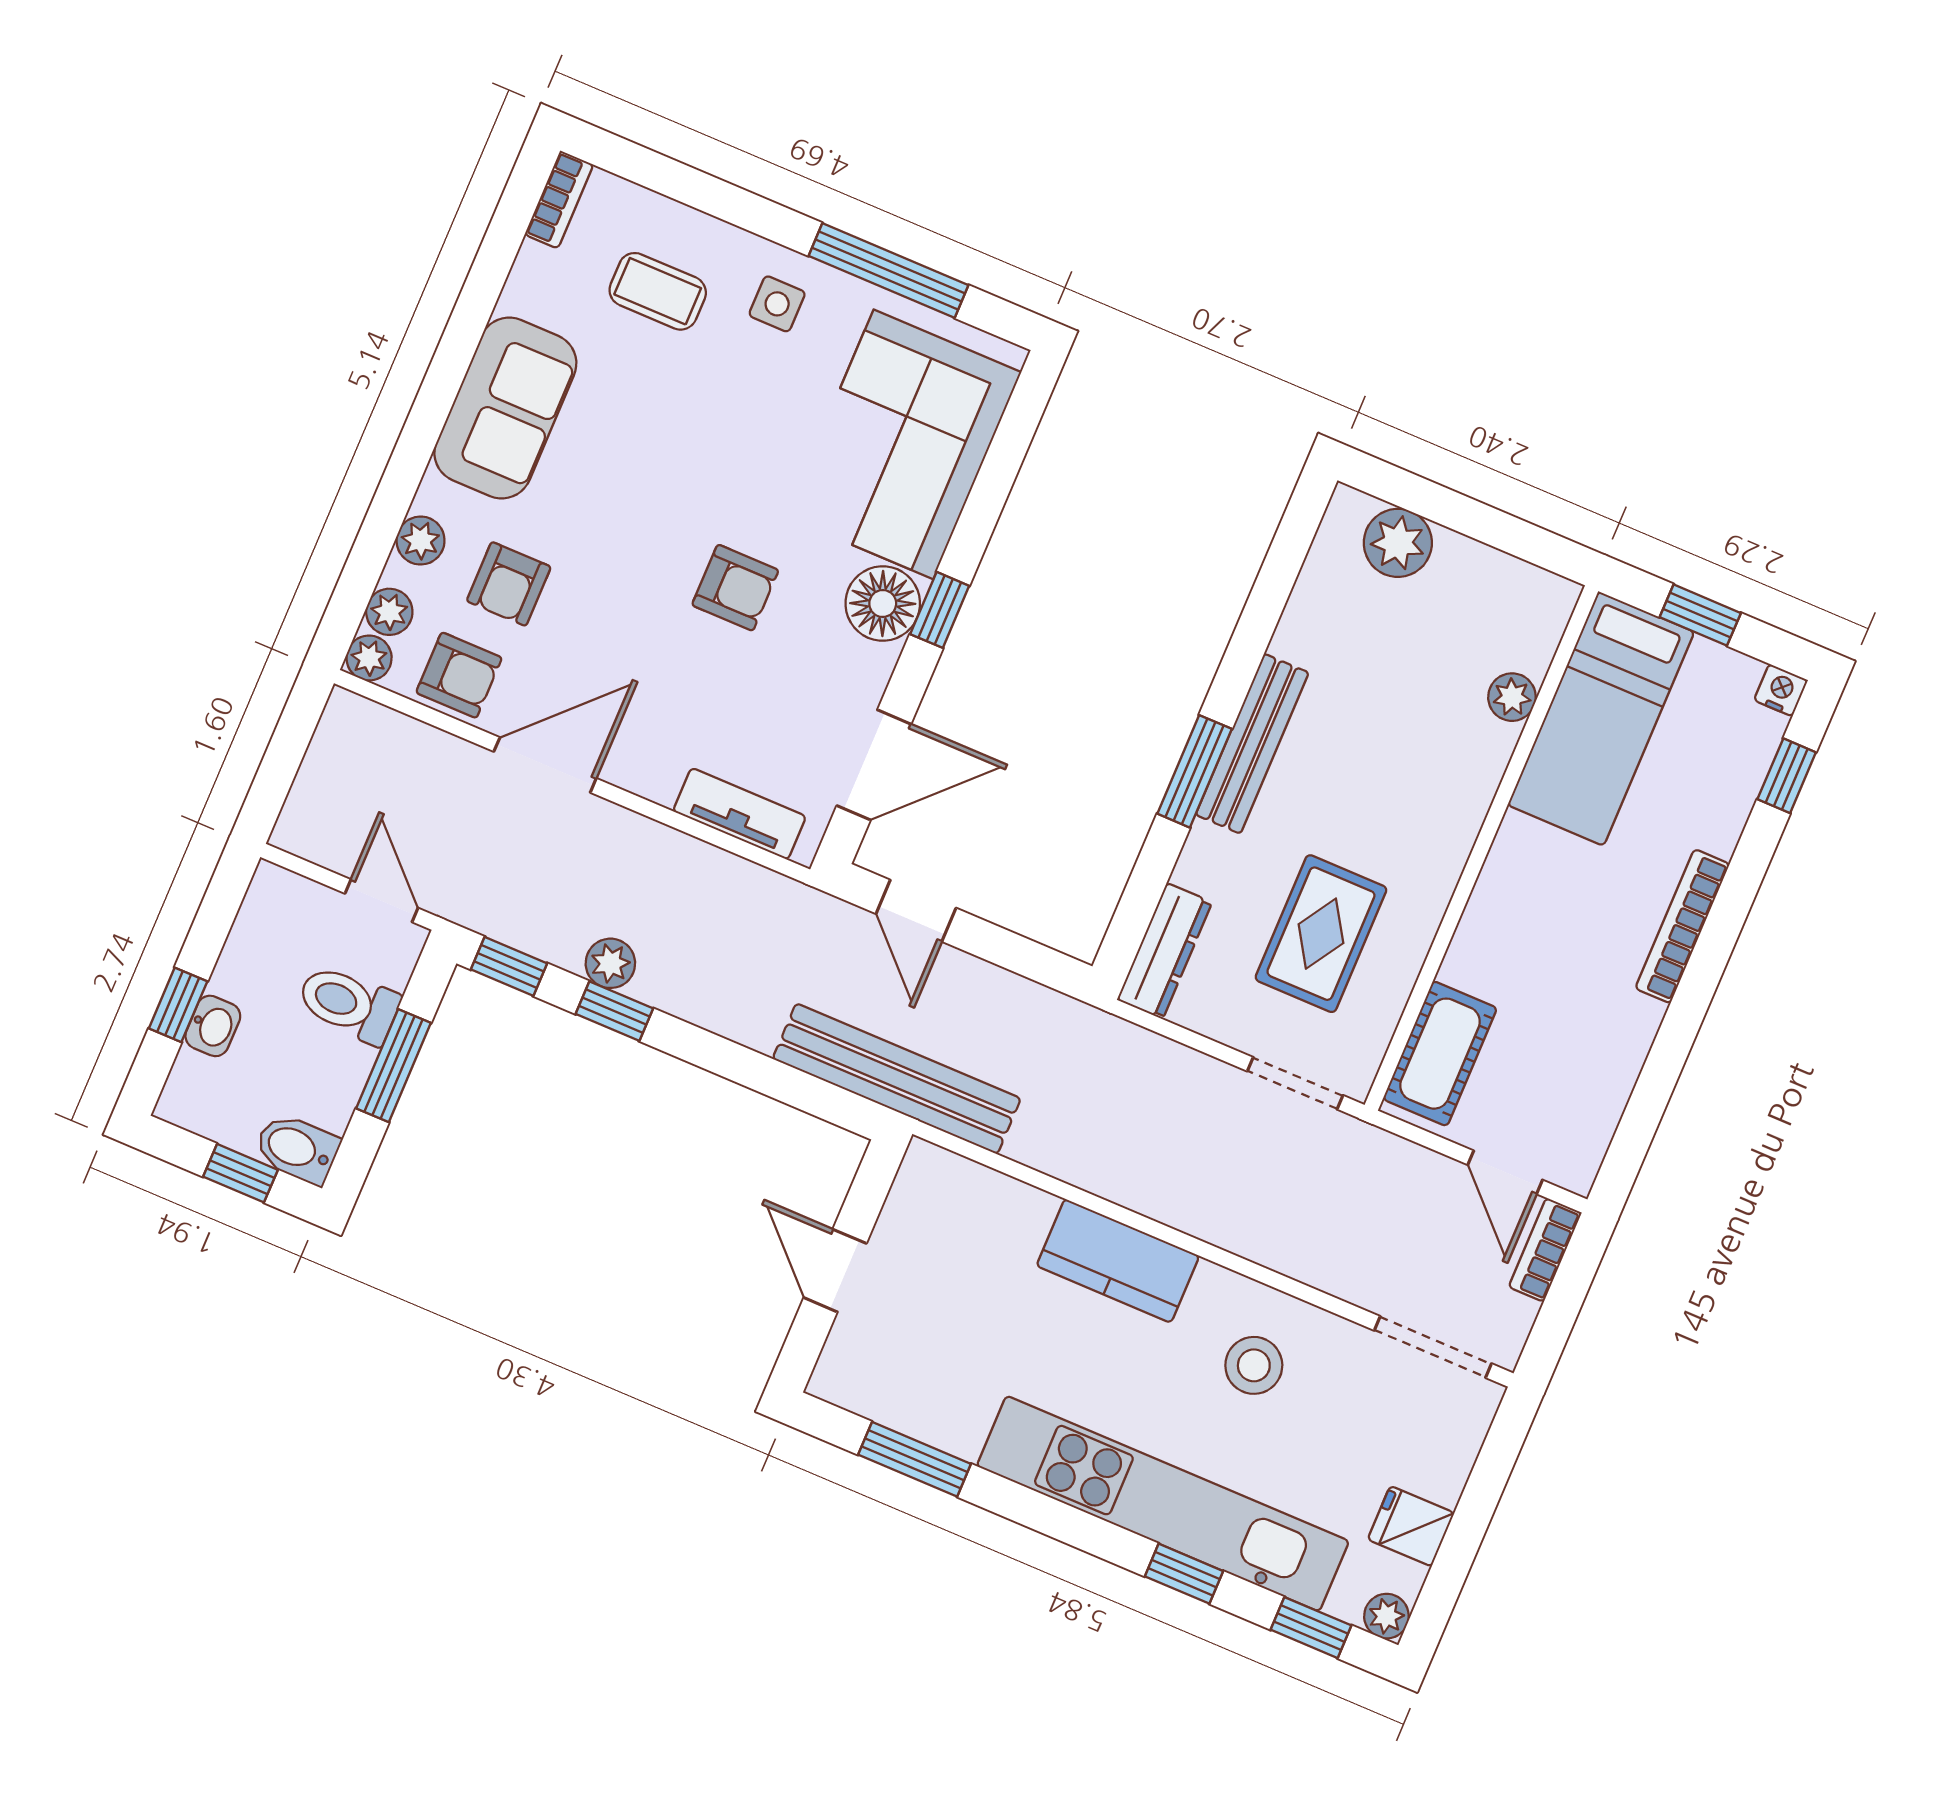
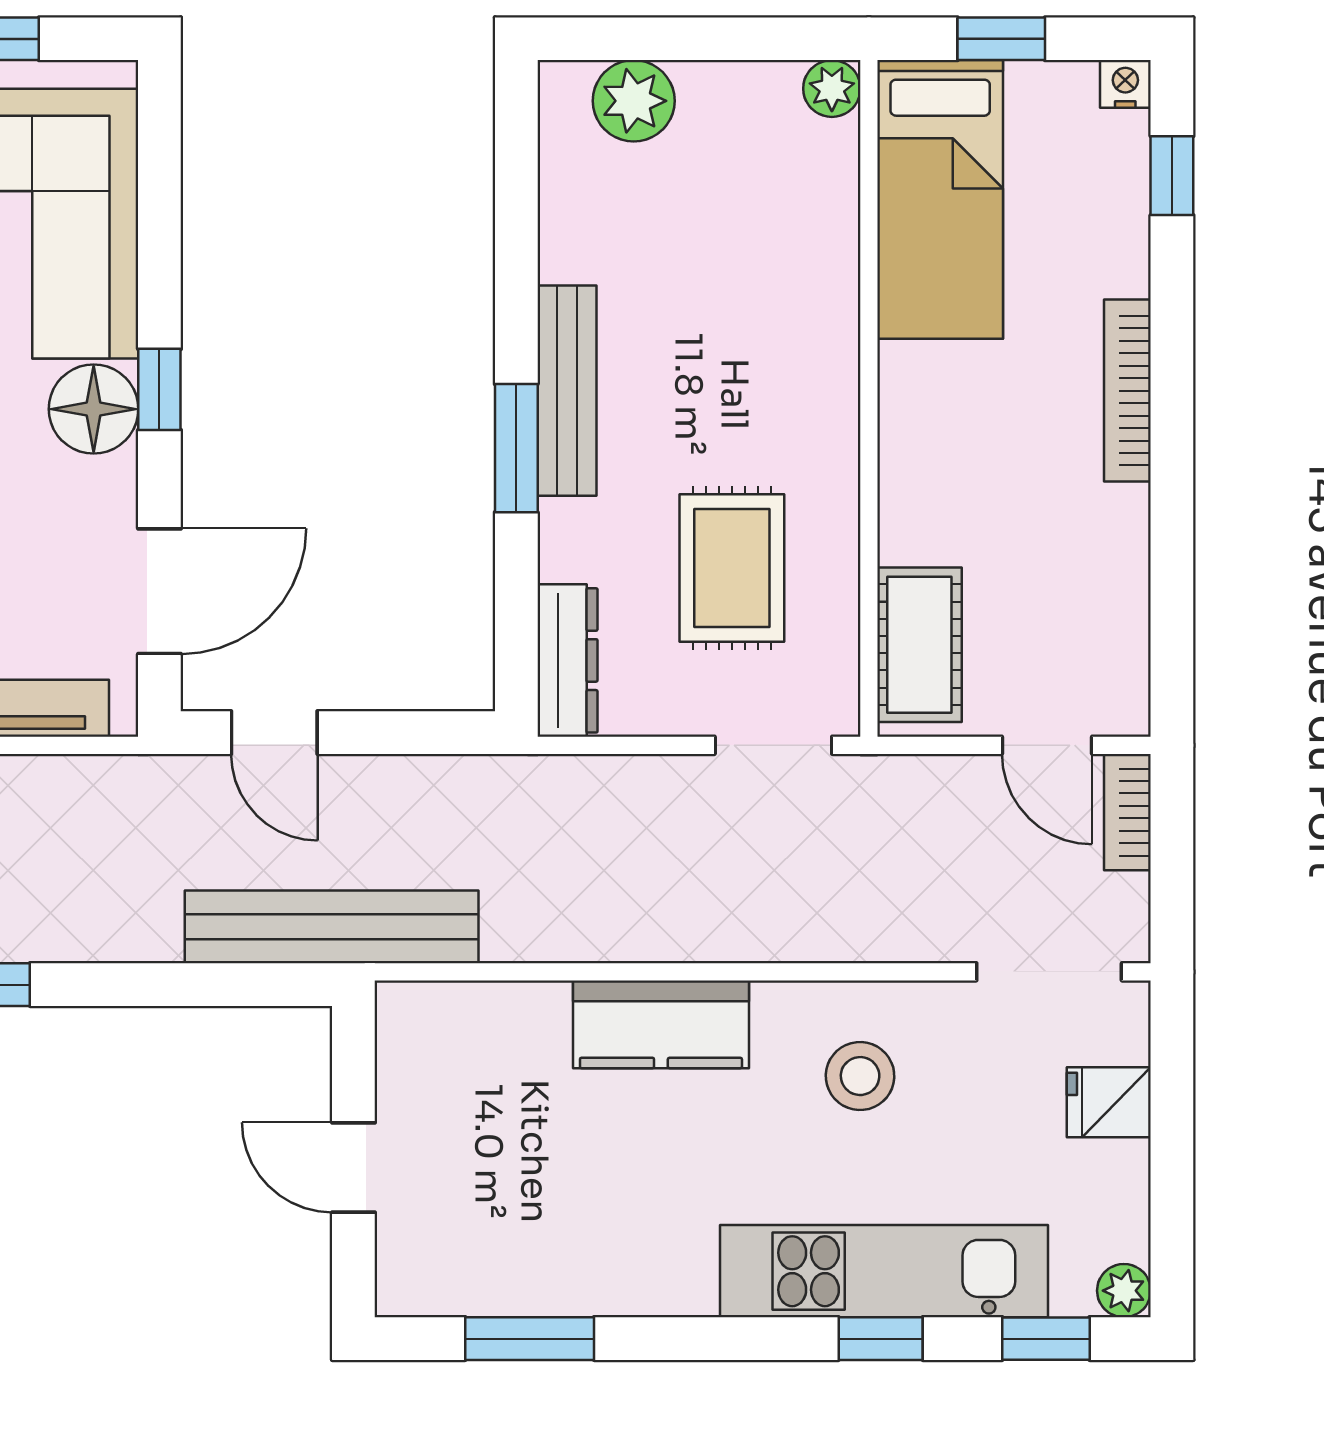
plant: (1512, 697) -> (832, 89), moved
kitchen unit: (1163, 1504) -> (884, 1271), width x0.73
fridge: (1411, 1526) -> (1109, 1102), moved

